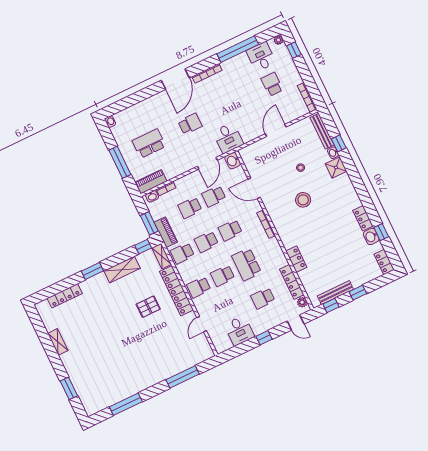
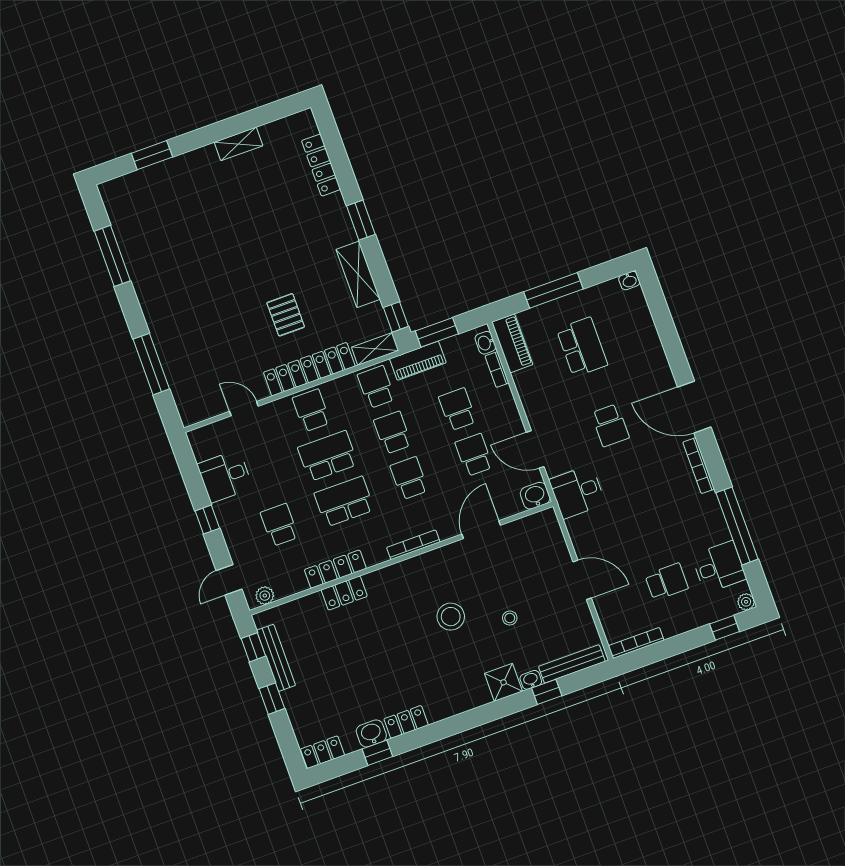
school desk: (223, 276) -> (328, 456), width x1.85
locker: (292, 282) -> (335, 569), moved

